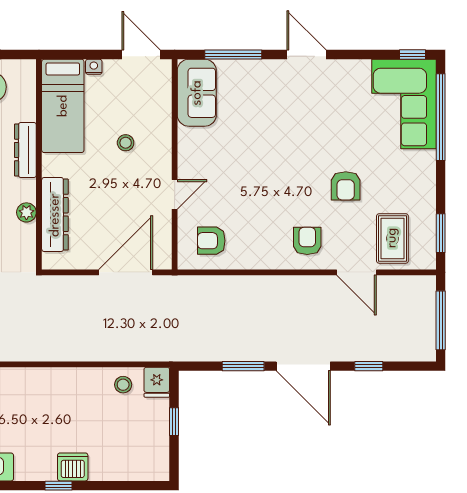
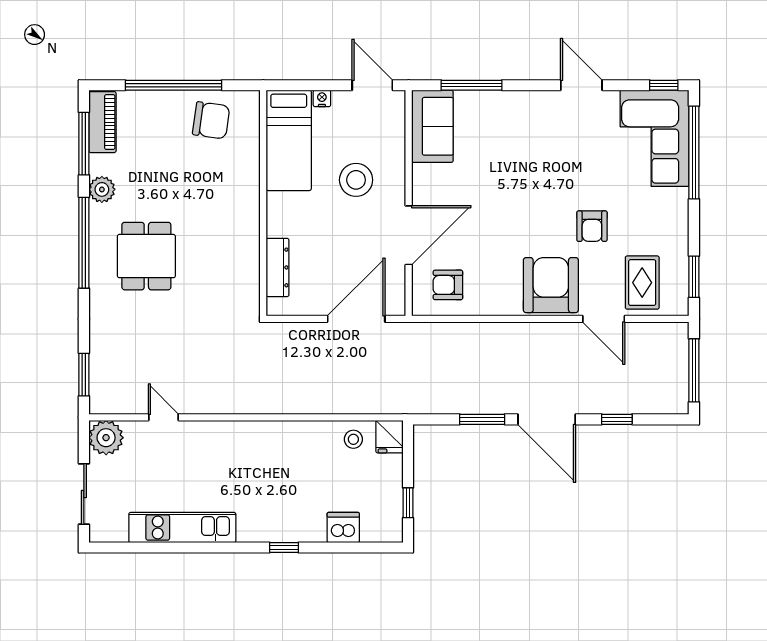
door: (306, 55) -> (581, 85), moved
stool: (126, 143) -> (356, 180), width x1.89, depth x1.89
dresser: (25, 150) -> (249, 188), removed
door: (175, 194) -> (409, 235), width x1.87
plant: (26, 212) -> (250, 255), removed
dresser: (55, 215) -> (278, 267), width x0.73, depth x0.80
armchair: (307, 241) -> (551, 285), width x1.88, depth x1.88
window: (174, 422) -> (408, 503), moved
dishwasher: (73, 467) -> (343, 527), moved

